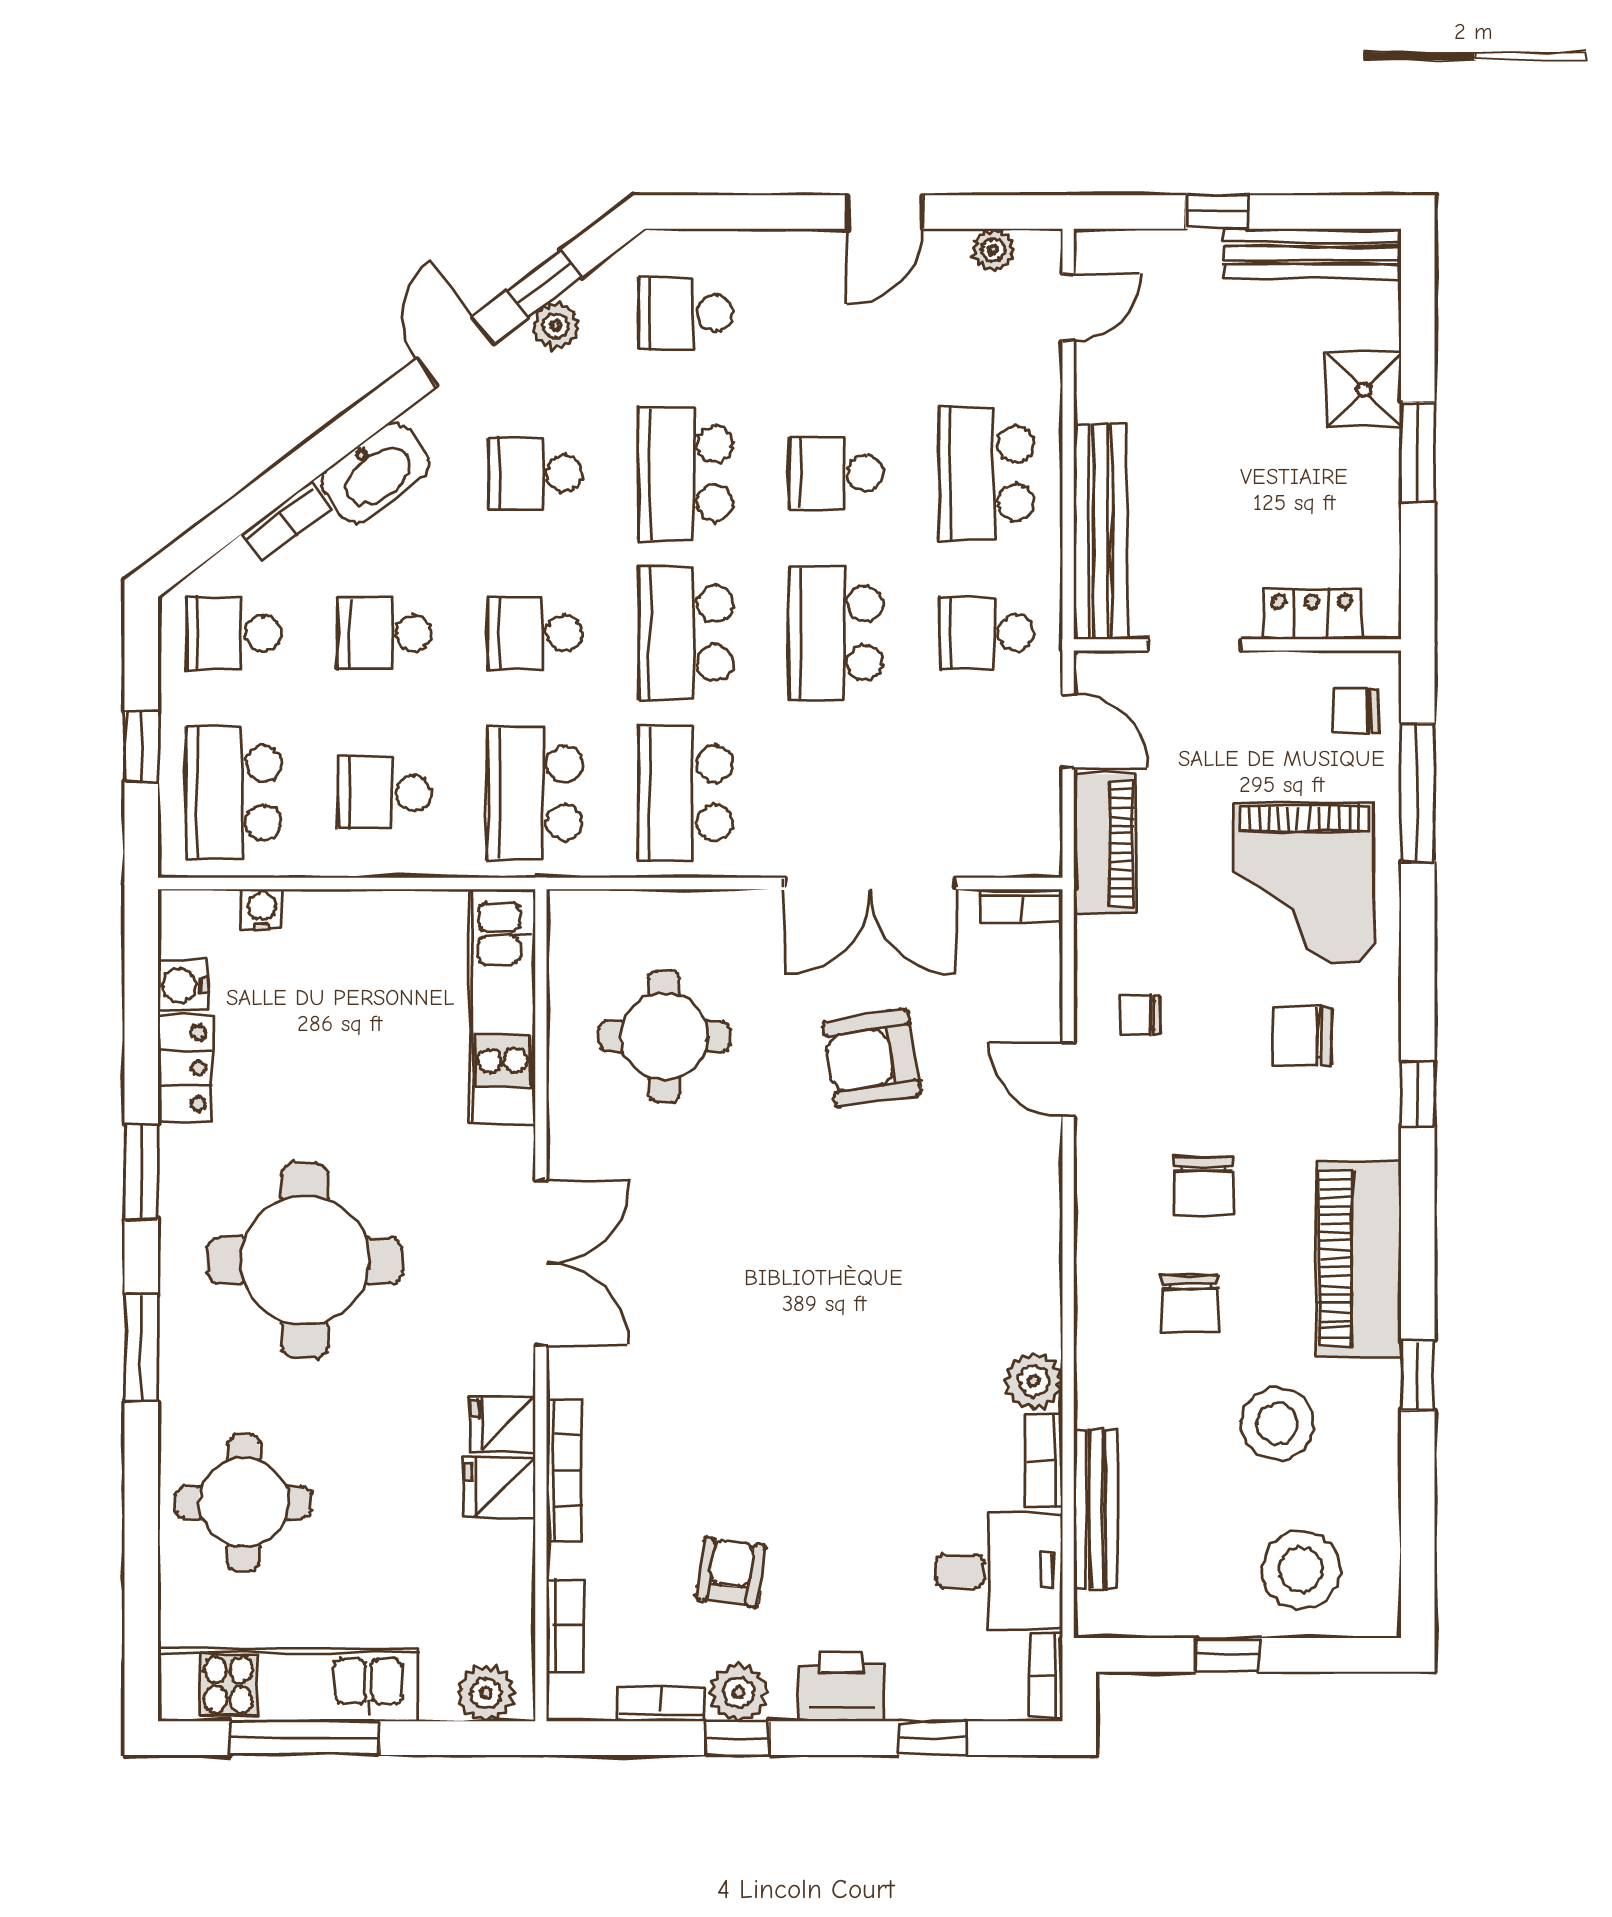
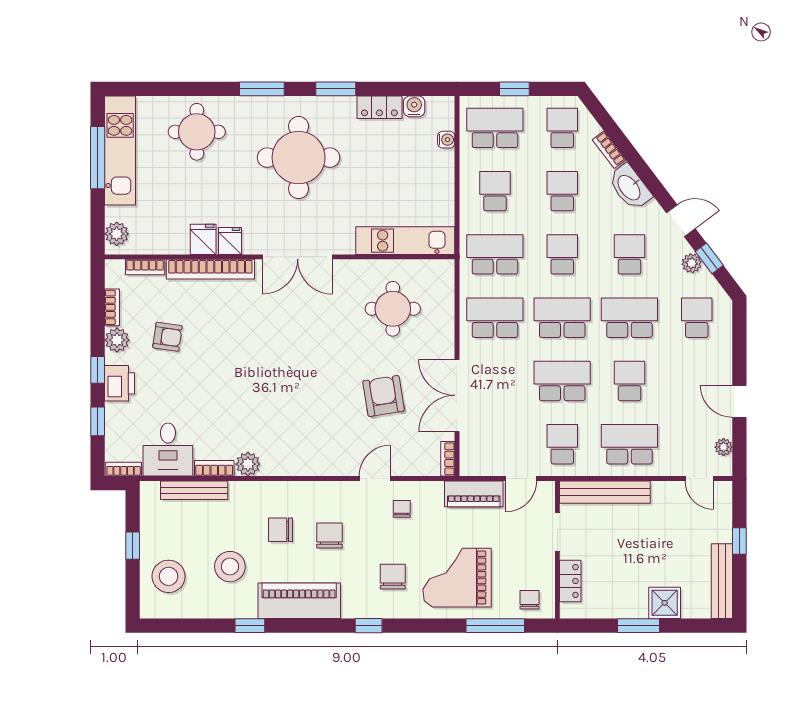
chair: (1204, 1187) -> (330, 536), turned 90
bookcase: (565, 1470) -> (210, 269), width x1.48, depth x1.31
window: (737, 1738) -> (98, 370), moved

